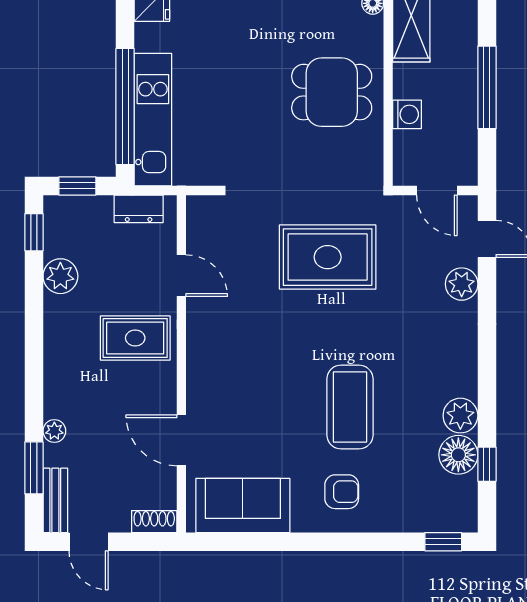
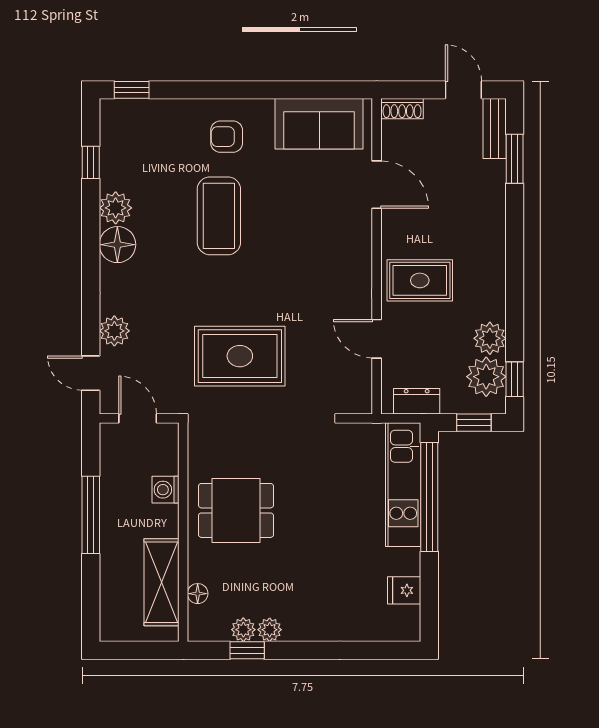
plant: (54, 431) -> (486, 377), moved, width x1.88, depth x1.88
floor lamp: (458, 455) -> (117, 245), moved

